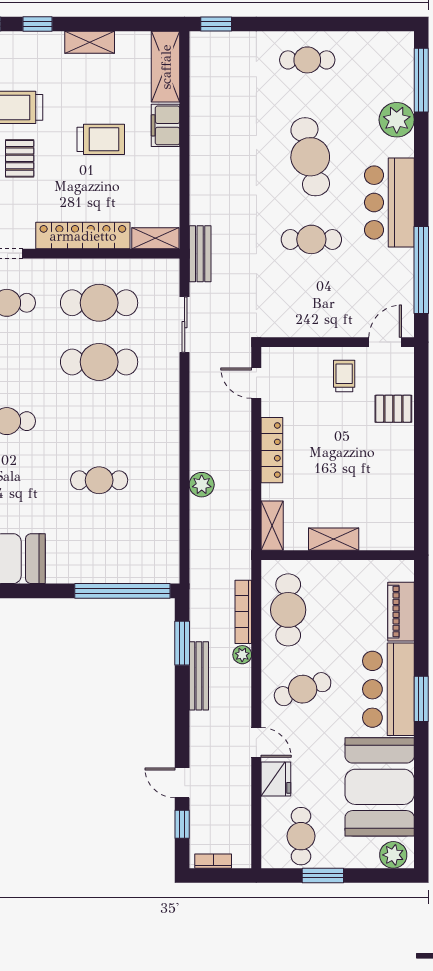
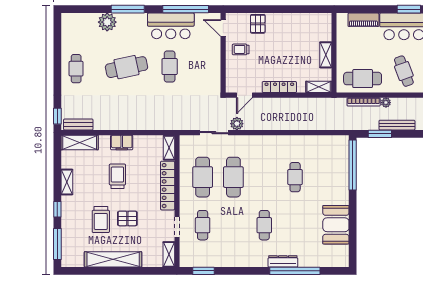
window: (421, 80) -> (128, 9), moved
filing cabinet: (166, 125) -> (122, 142), moved
bar counter: (389, 203) -> (171, 26), moved
bench: (200, 254) -> (78, 125), moved
plant: (202, 485) -> (237, 124), moved

